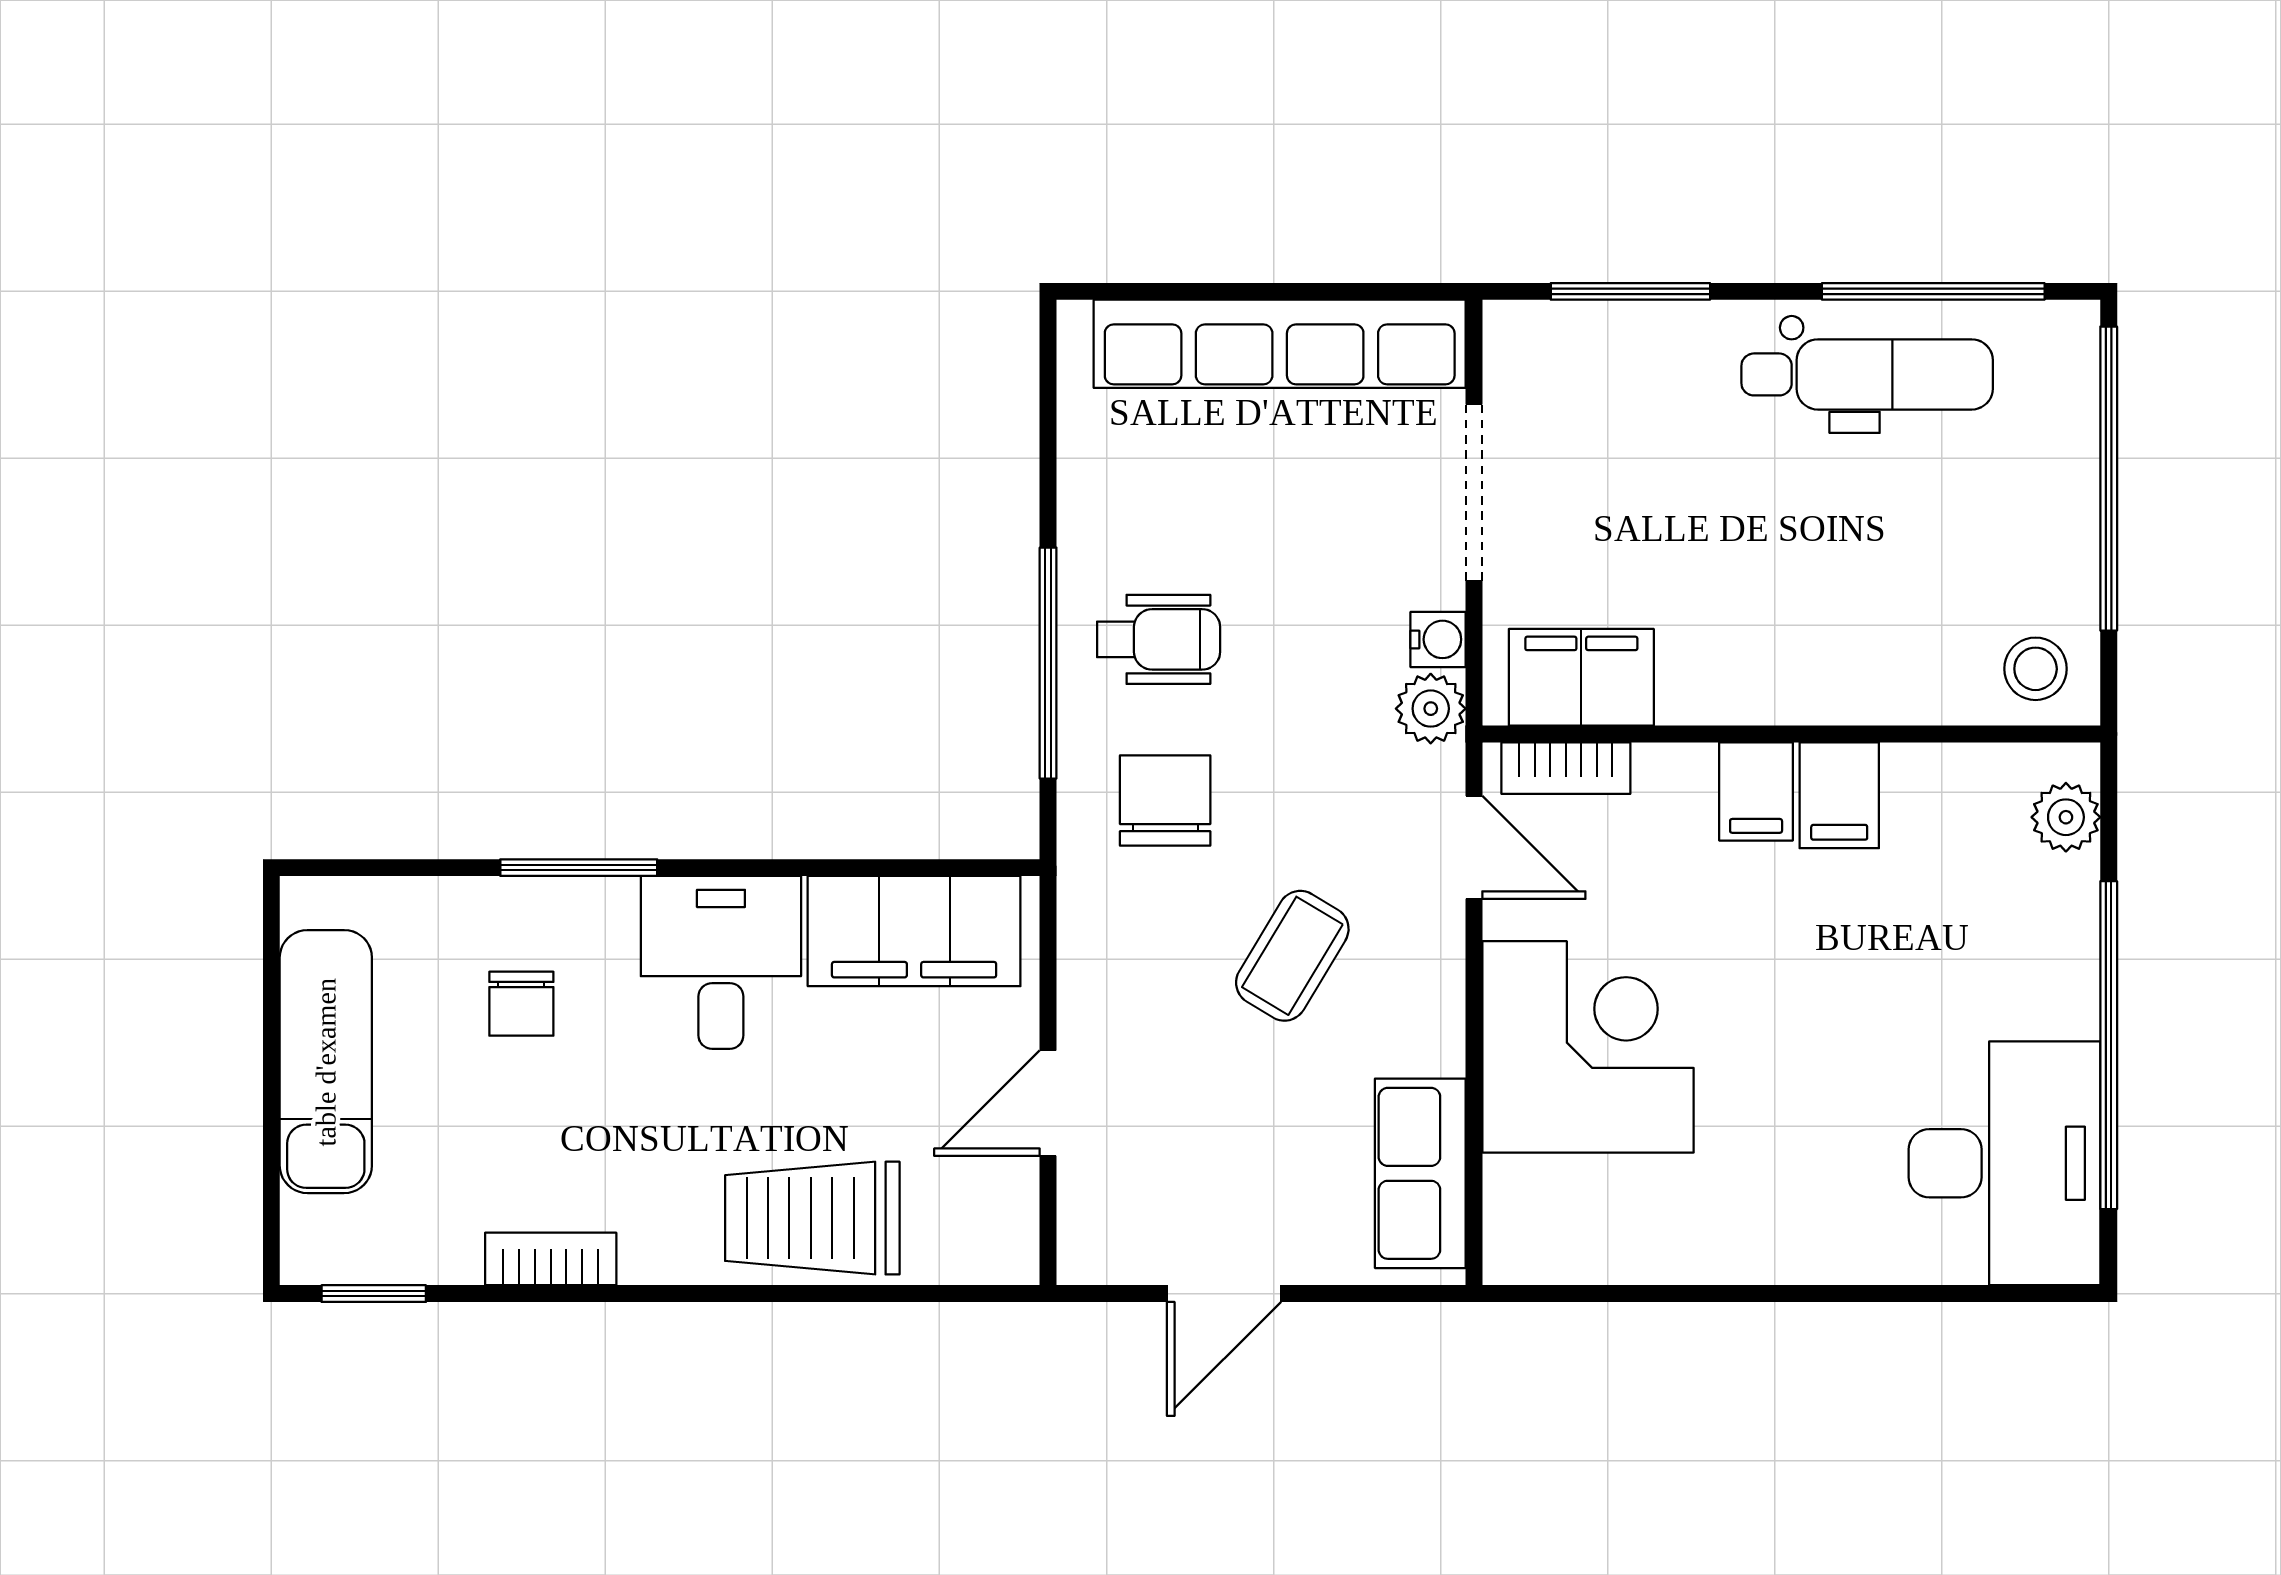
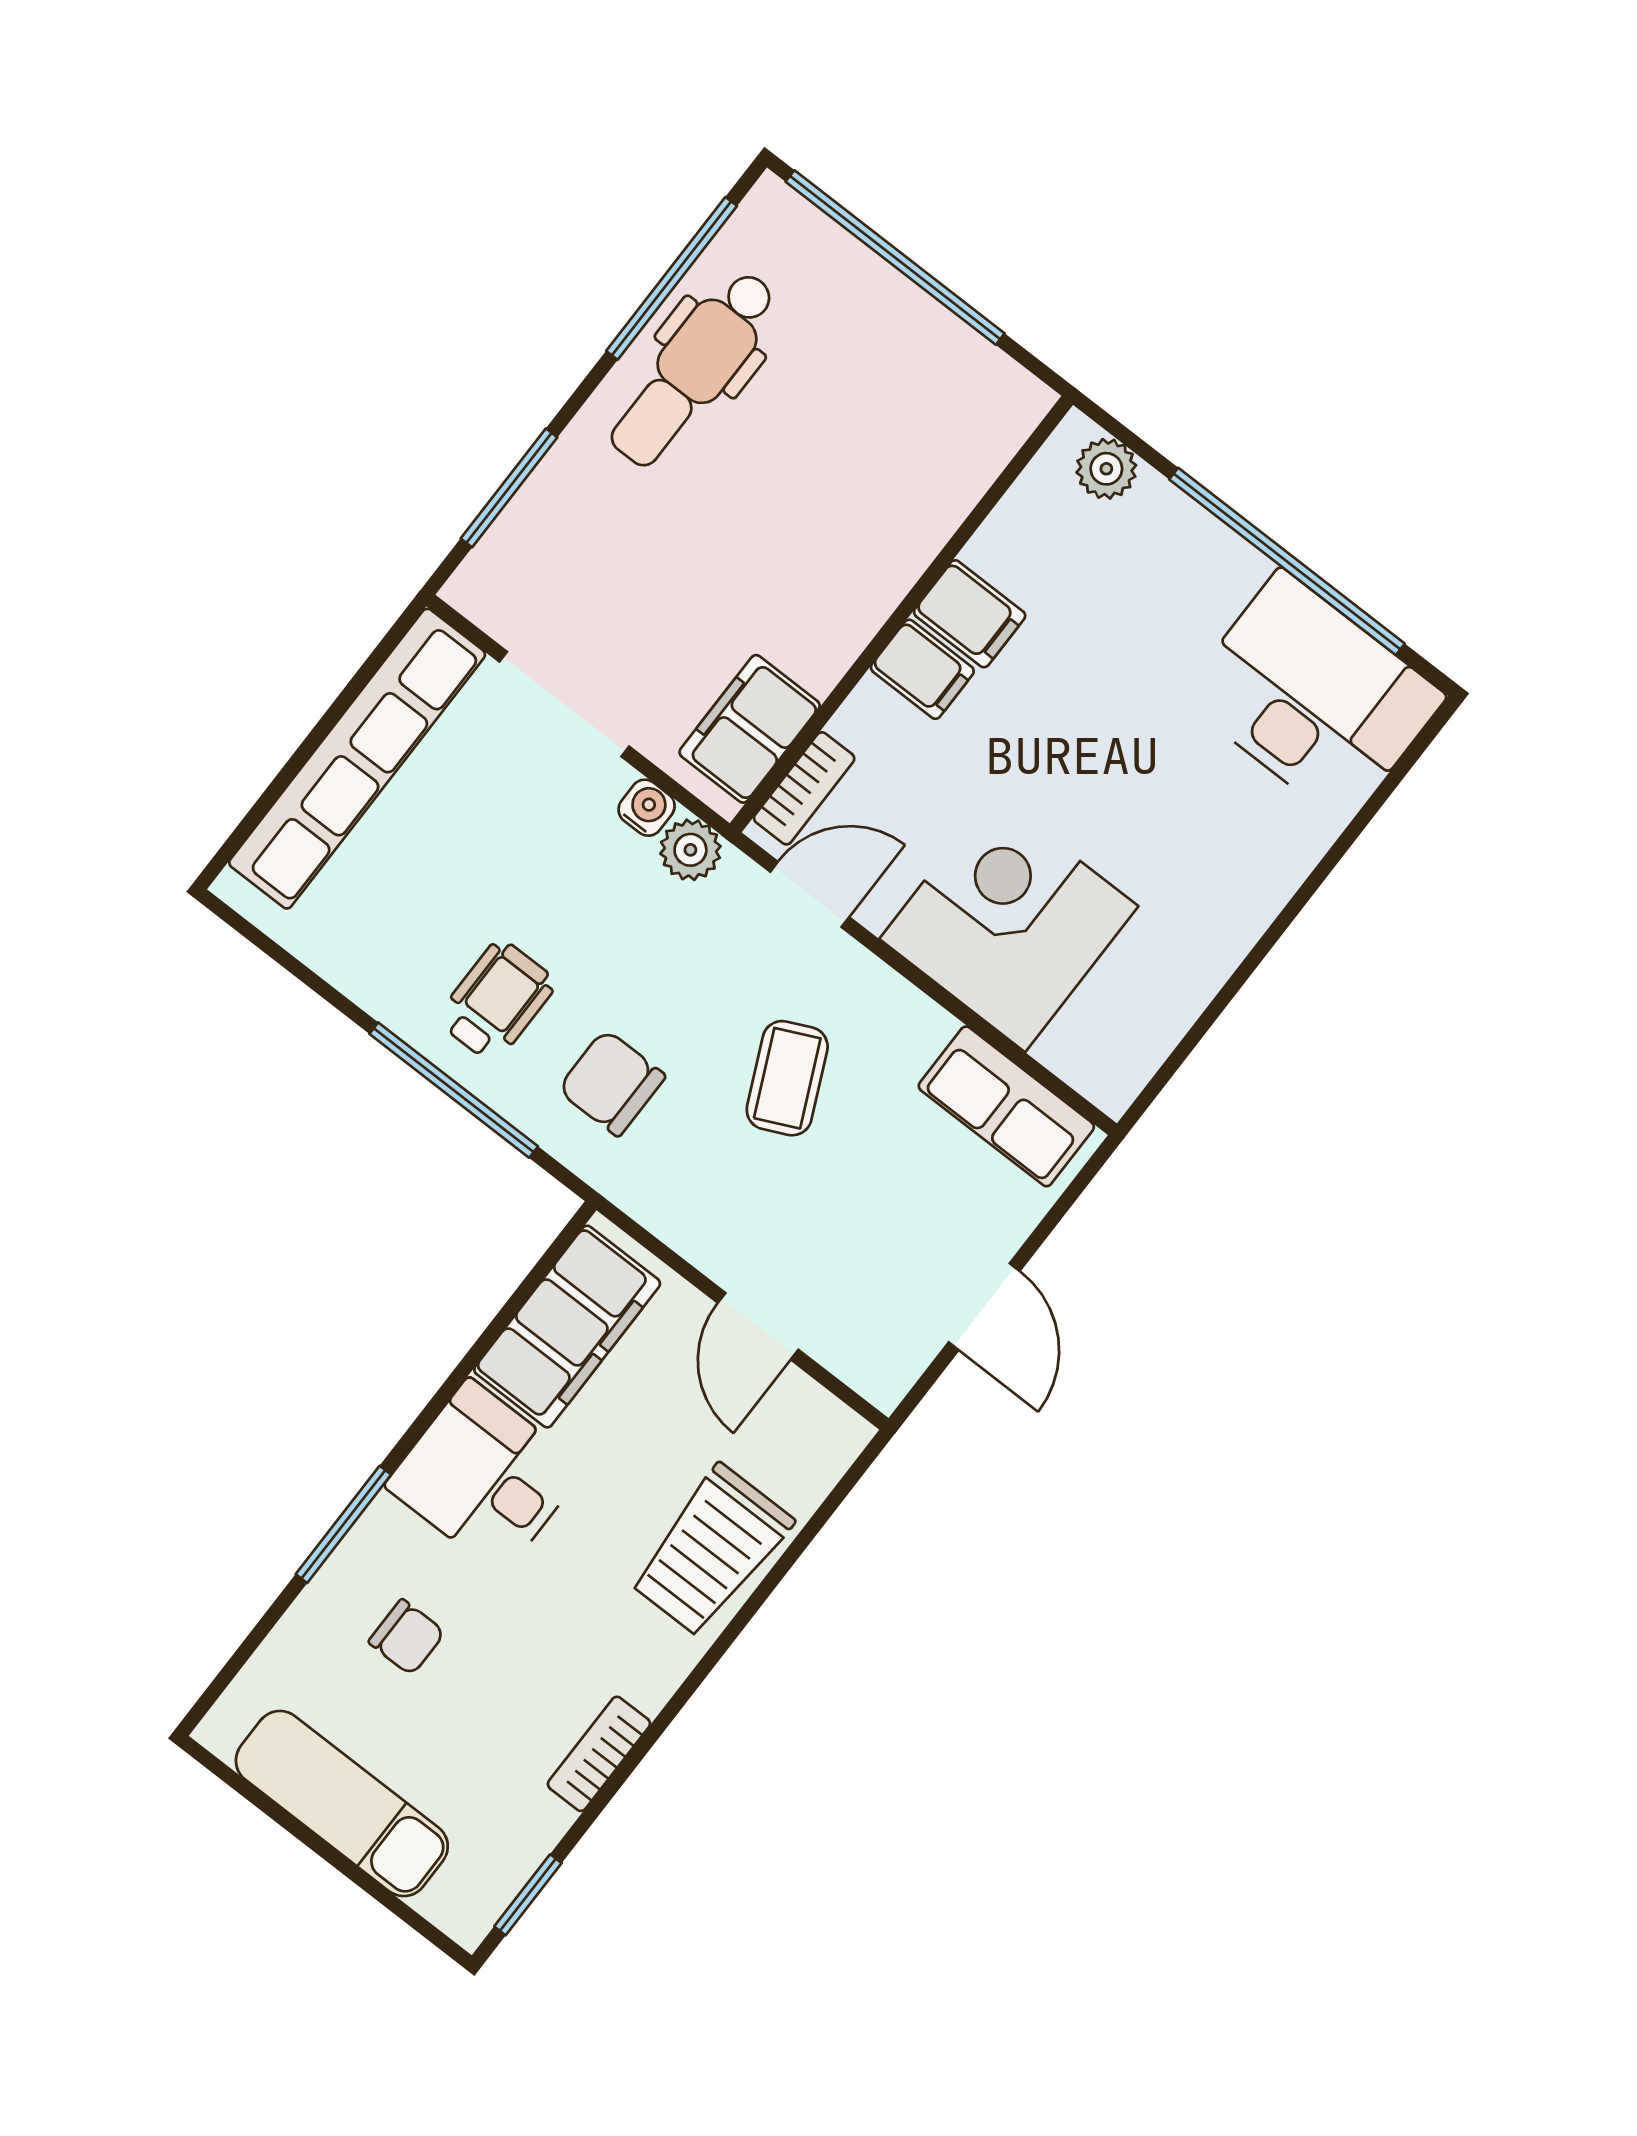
dental chair: (1867, 374) -> (693, 369), turned 180
stool: (2036, 669) -> (987, 410), removed
coffee table: (1292, 956) -> (787, 1078), turned 34

